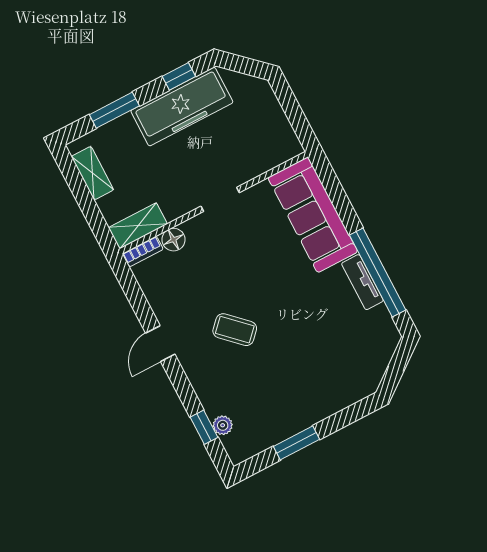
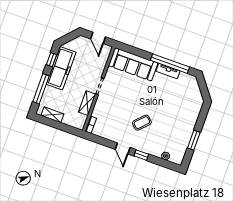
window: (114, 110) -> (41, 89), width x1.44
door: (294, 113) -> (98, 38), added
shelving: (138, 226) -> (87, 103), moved
floor lamp: (174, 240) -> (97, 112), removed
window: (204, 427) -> (141, 155), moved

